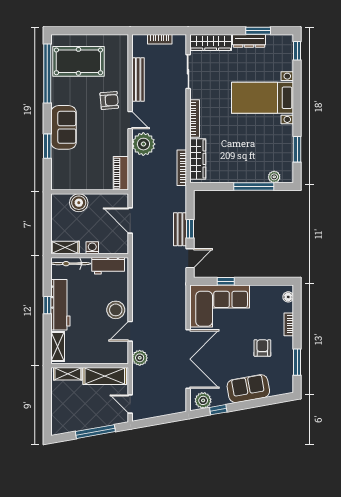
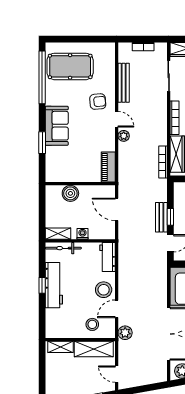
plant: (143, 144) -> (124, 136), width x0.53, depth x0.53
workbench: (108, 266) -> (107, 257), moved, turned 90
shelving: (58, 346) -> (51, 322), removed
stool: (103, 349) -> (92, 324), added

